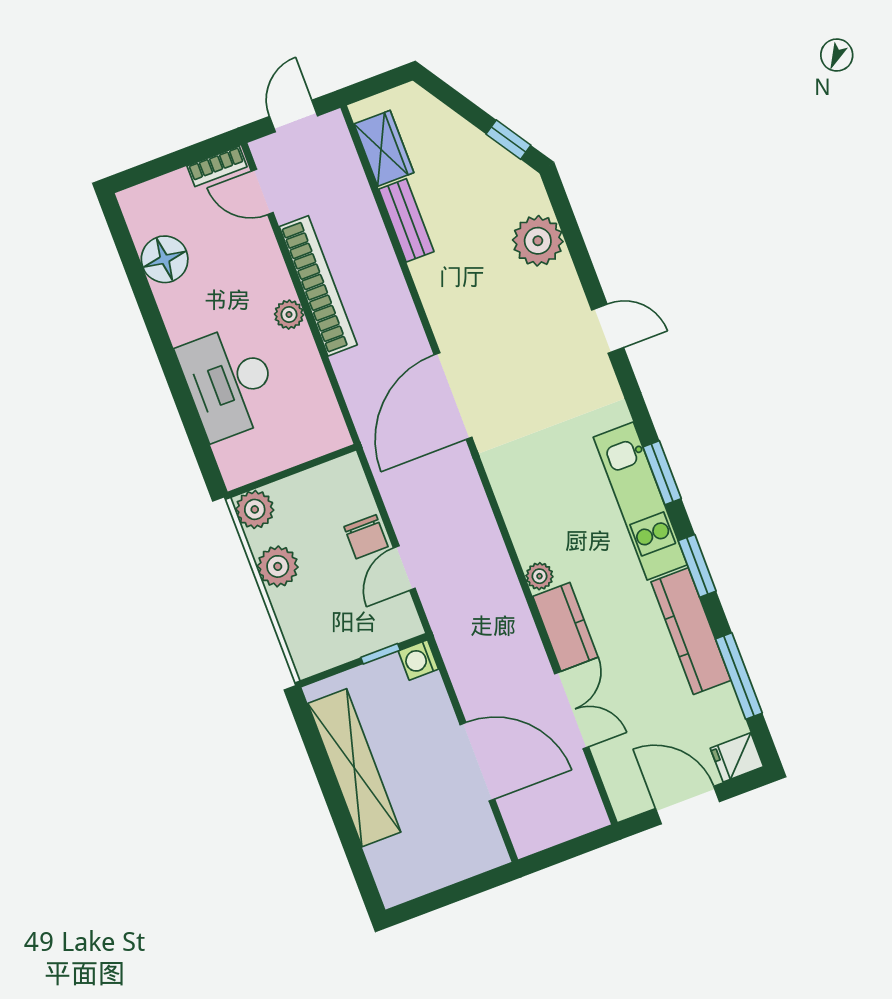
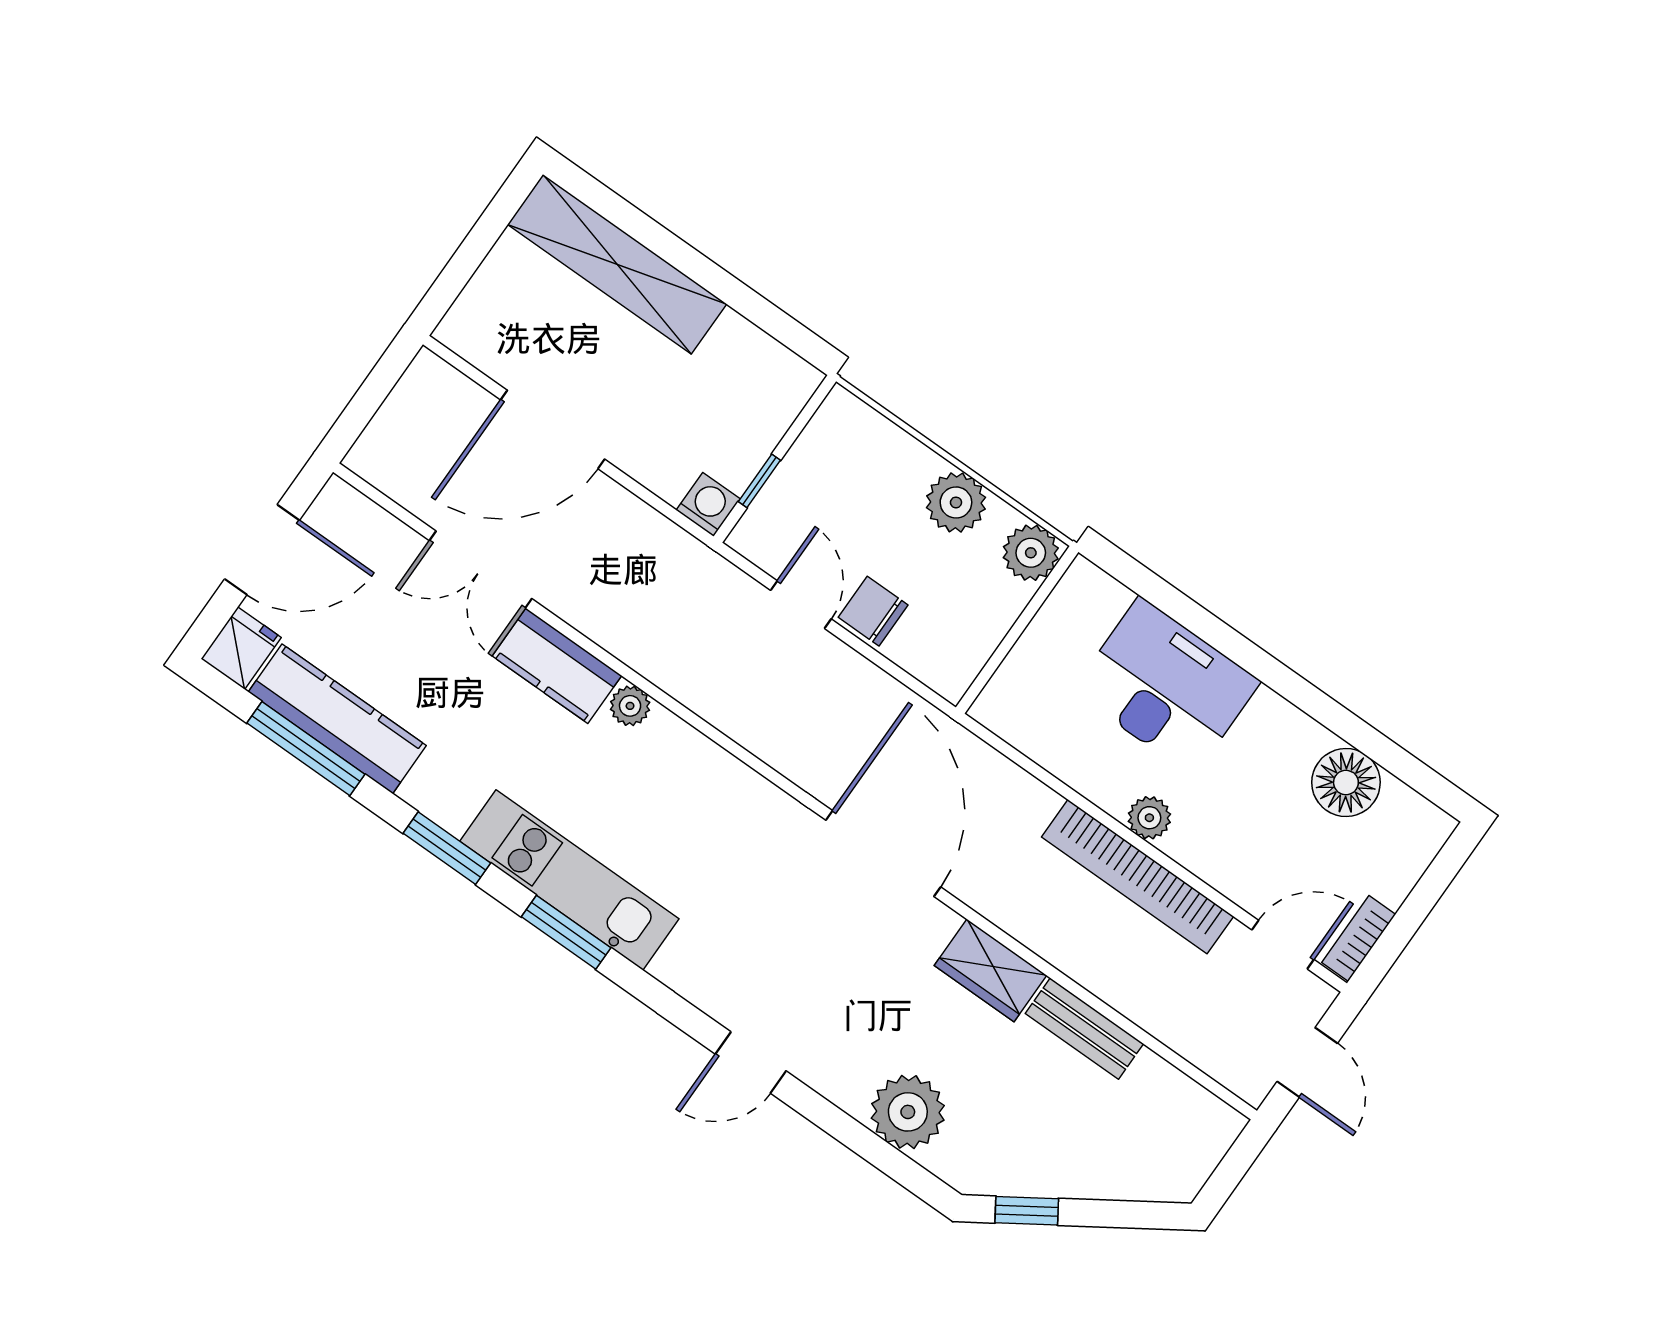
wardrobe: (384, 148) -> (990, 970), moved
kitchen counter: (691, 631) -> (337, 719), moved
shelving: (354, 768) -> (617, 264), moved

